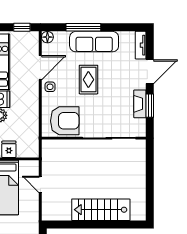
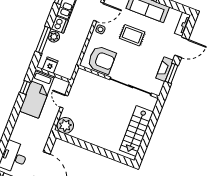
rug: (88, 80) -> (132, 35), turned 90
stairs: (101, 210) -> (136, 131), moved, turned -90
plant: (52, 211) -> (65, 125), added

